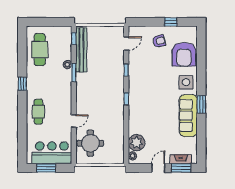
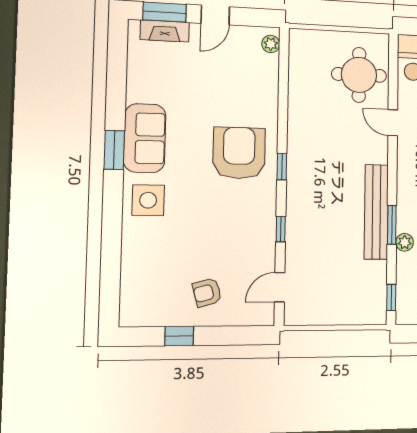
bench: (81, 50) -> (376, 212), moved
armchair: (184, 54) -> (239, 153), moved
sofa: (188, 116) -> (145, 138), width x0.73
door: (74, 121) -> (393, 123), hinge flipped
plant: (137, 143) -> (261, 72), removed

